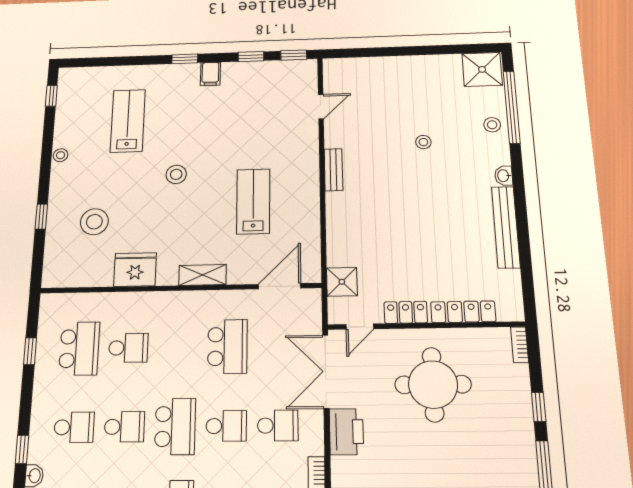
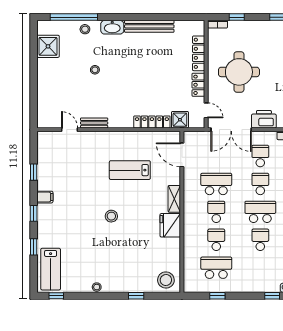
window: (294, 55) -> (34, 247), moved
shower: (482, 69) -> (48, 46), moved
lab bench: (128, 121) -> (51, 269), moved, turned -90
bench: (333, 170) -> (94, 123), moved
washbasin: (504, 176) -> (112, 27), width x1.91, depth x1.45
stool: (94, 222) -> (166, 280), moved
locker: (337, 235) -> (152, 122), added
fridge: (135, 270) -> (170, 225), moved
window: (539, 407) -> (237, 17), moved
school desk: (74, 427) -> (216, 212), moved

